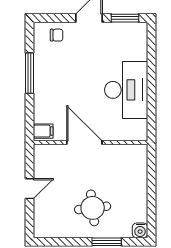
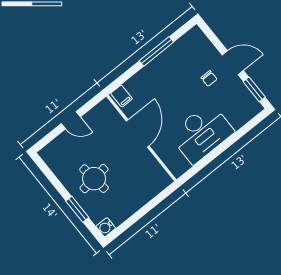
chair: (57, 35) -> (209, 78), moved

